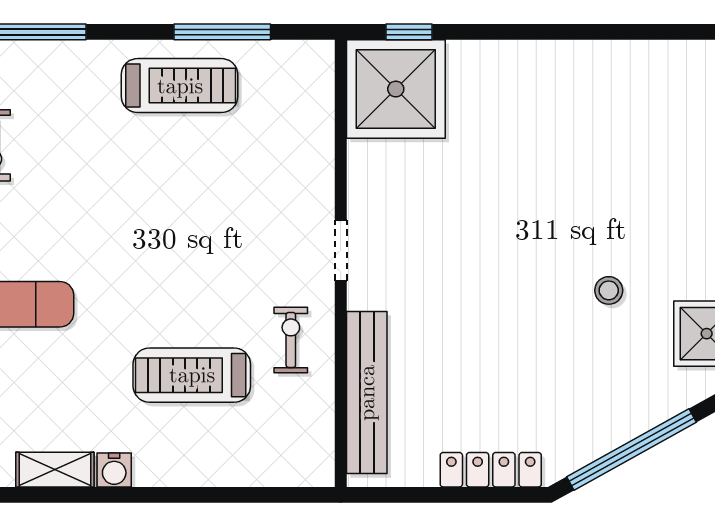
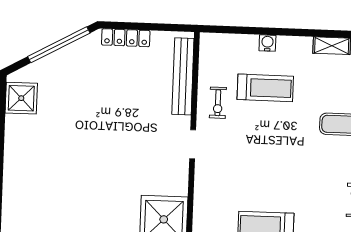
stool: (609, 290) -> (67, 120), removed
water cooler: (114, 470) -> (267, 43), moved

